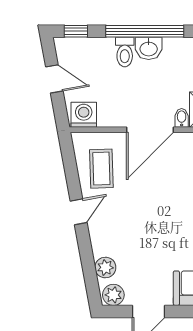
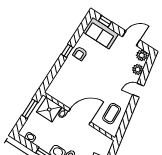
washing machine: (84, 115) -> (104, 142), removed
door: (79, 212) -> (138, 90), moved

